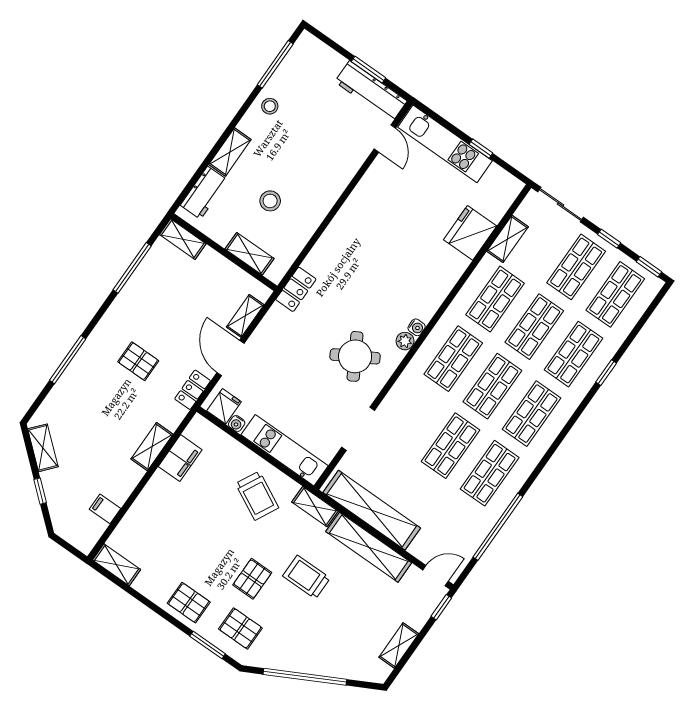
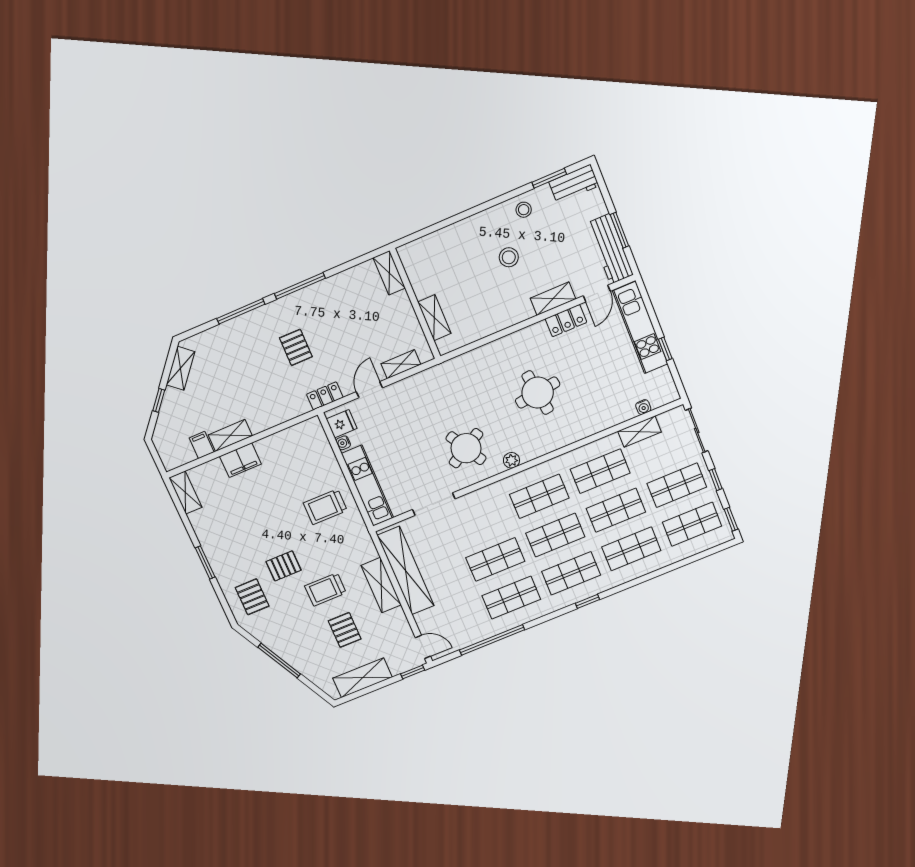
window: (275, 64) -> (549, 178), width x0.69
shelving: (230, 152) -> (553, 299), moved
workbench: (204, 193) -> (574, 184), moved
stool: (270, 201) -> (509, 257), moved
fridge: (470, 233) -> (614, 409), removed
round table: (389, 263) -> (538, 393), added
window: (132, 268) -> (300, 286), moved
locker: (296, 289) -> (566, 321), moved
water cooler: (417, 327) -> (643, 407), moved
door: (231, 358) -> (369, 390), width x0.73
window: (606, 373) -> (587, 601), moved
shelving: (152, 447) -> (230, 435), moved
filing cabinet: (180, 458) -> (240, 460), moved
trolley: (257, 496) -> (325, 507), turned 63
shelving: (315, 507) -> (364, 542), removed
shelving: (369, 547) -> (381, 585), width x0.68
trolley: (306, 577) -> (325, 589), turned -90
pallet: (189, 603) -> (345, 630), moved
window: (208, 645) -> (205, 562), moved
shelving: (399, 645) -> (362, 678), width x1.50, depth x1.33
window: (305, 677) -> (279, 661), width x0.68

